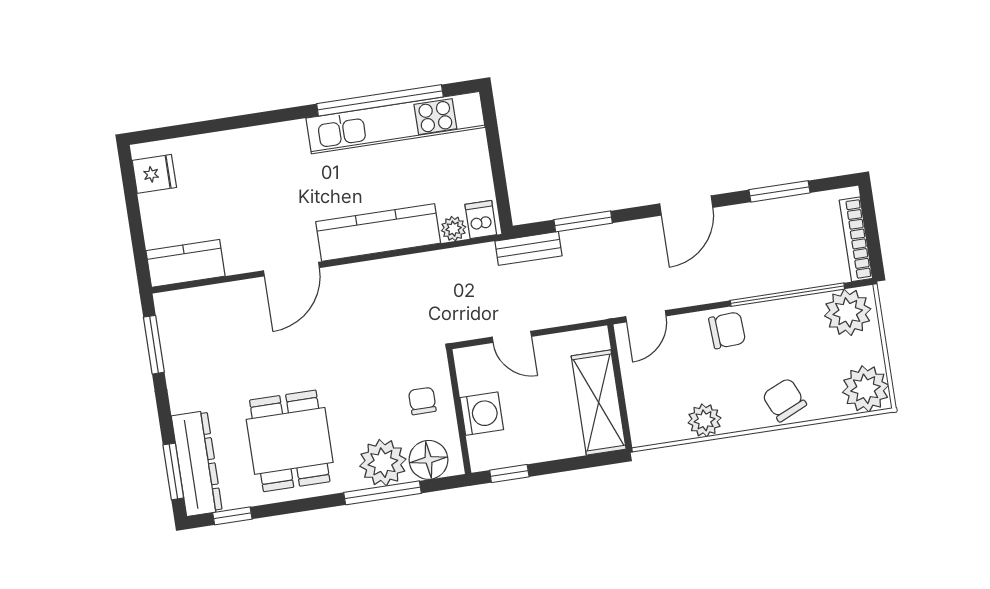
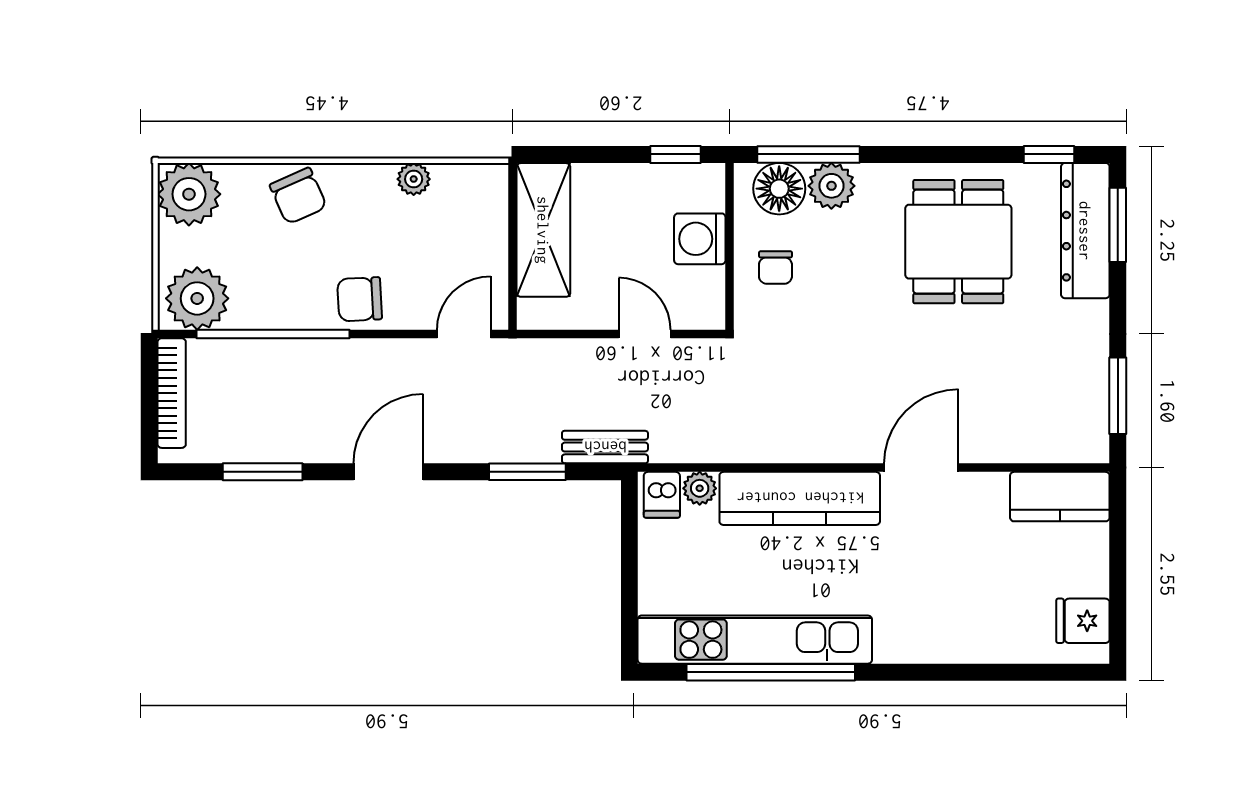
plant: (705, 420) -> (414, 179), width x0.73, depth x0.73
plant: (383, 463) -> (831, 186), width x0.73, depth x0.73
window: (383, 493) -> (808, 154), moved

